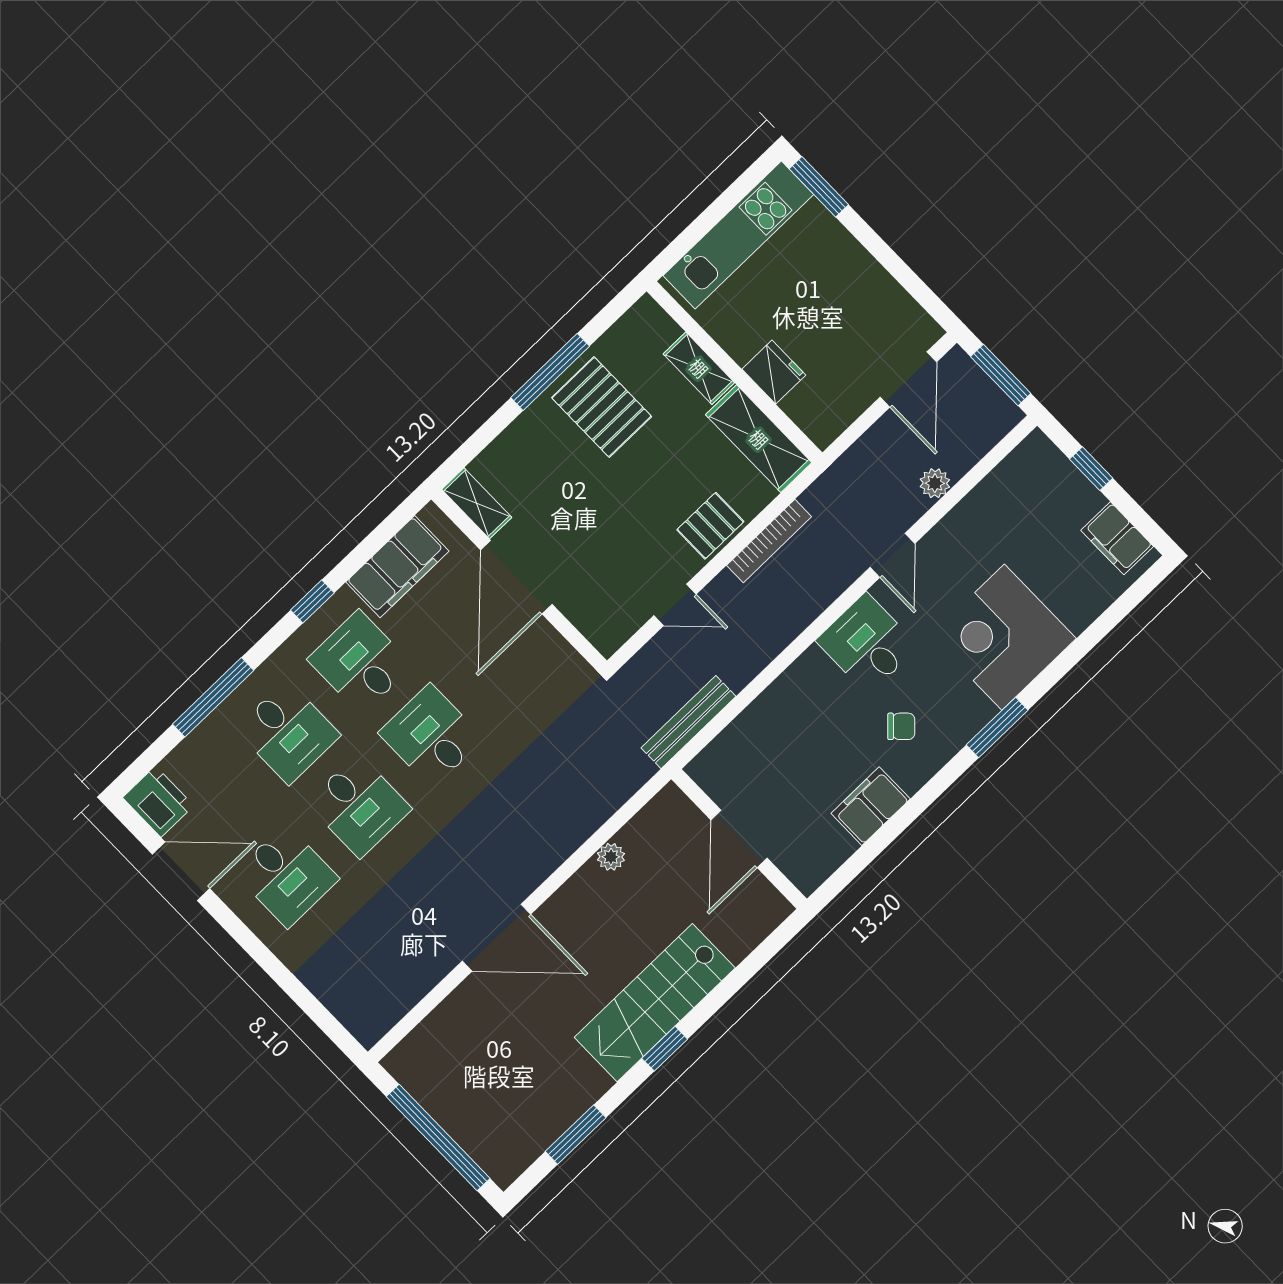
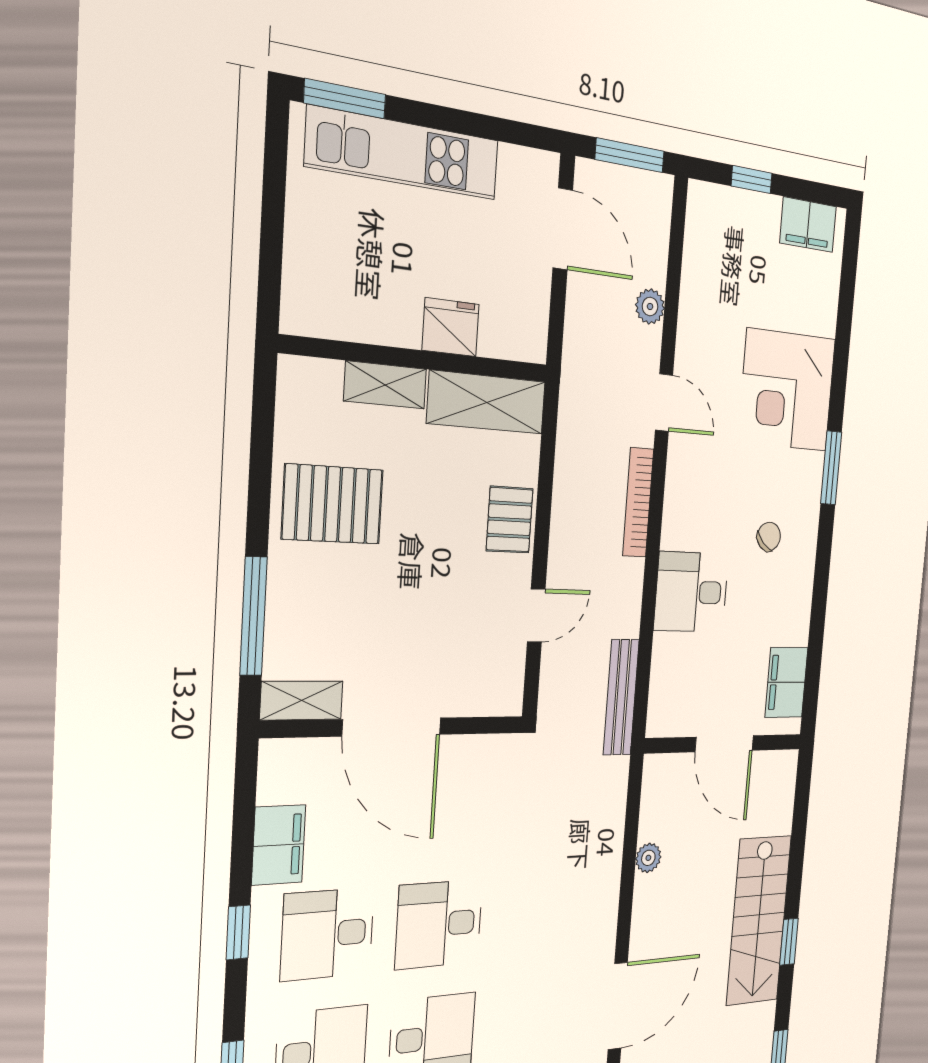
kitchen unit: (738, 235) -> (404, 153), moved, turned 90
window: (550, 372) -> (254, 616), moved
bookcase: (769, 541) -> (638, 502), moved, turned 180
filing cabinet: (397, 567) -> (279, 845), width x0.67, depth x0.86
desk: (867, 644) -> (691, 592), moved
filing cabinet: (871, 806) -> (786, 682), moved

